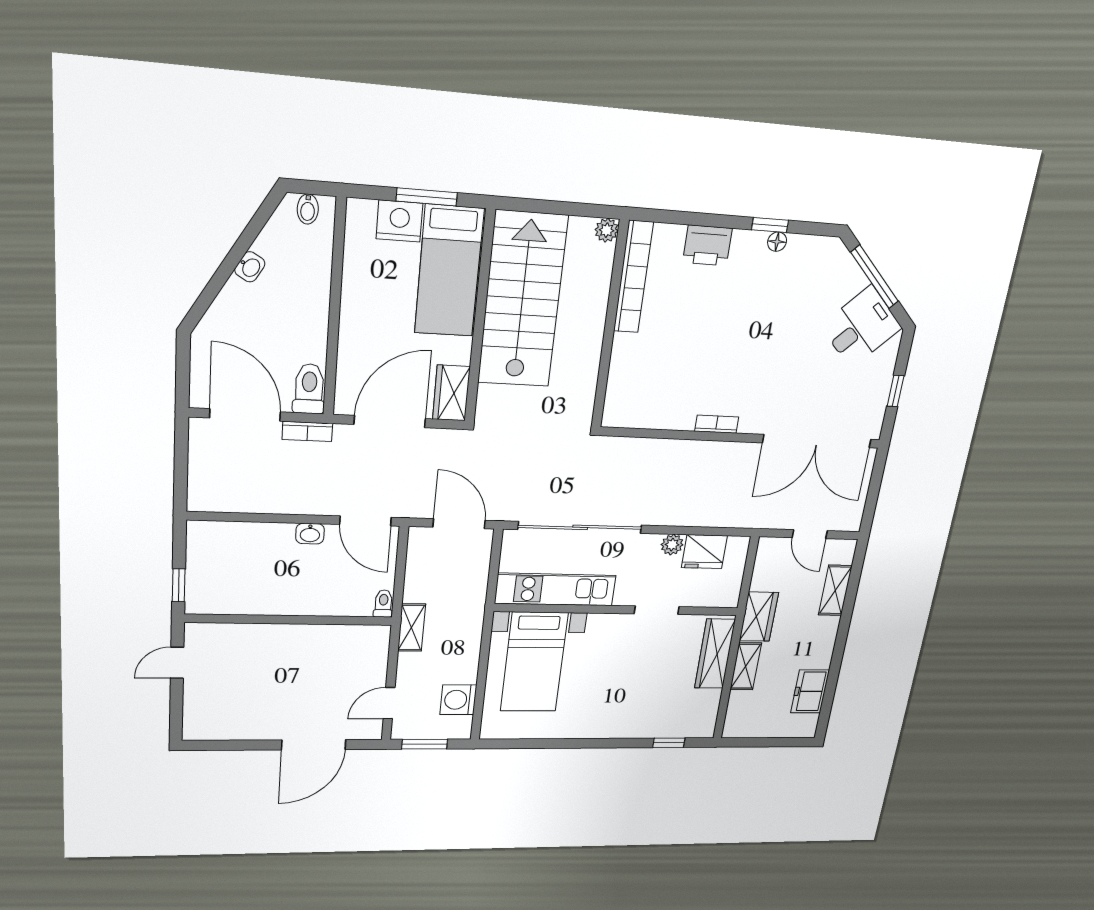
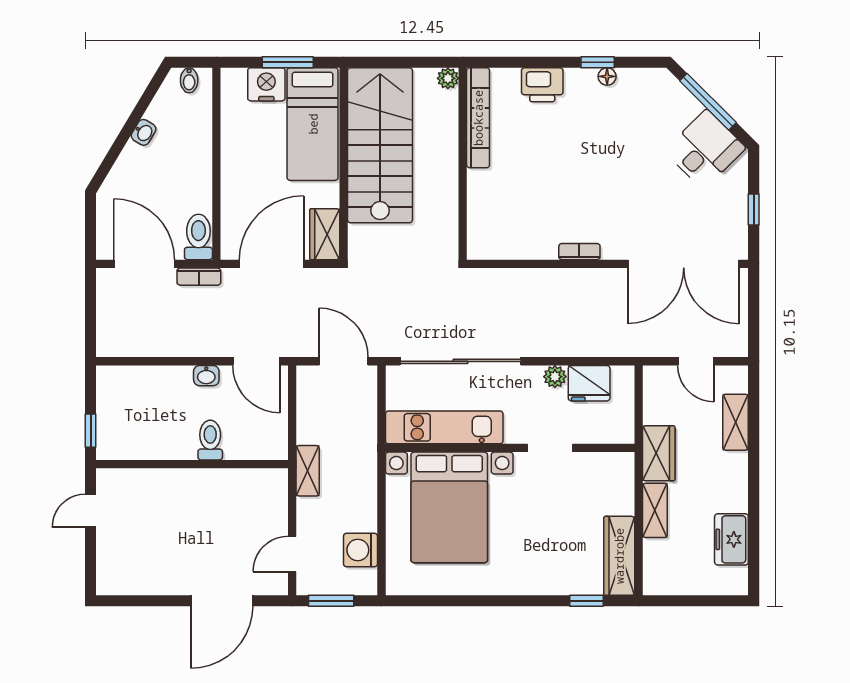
toilet: (383, 604) -> (210, 440), moved, width x1.37, depth x1.39
wardrobe: (715, 654) -> (619, 556), moved
bed with nightstands: (534, 662) -> (449, 507), width x1.36

